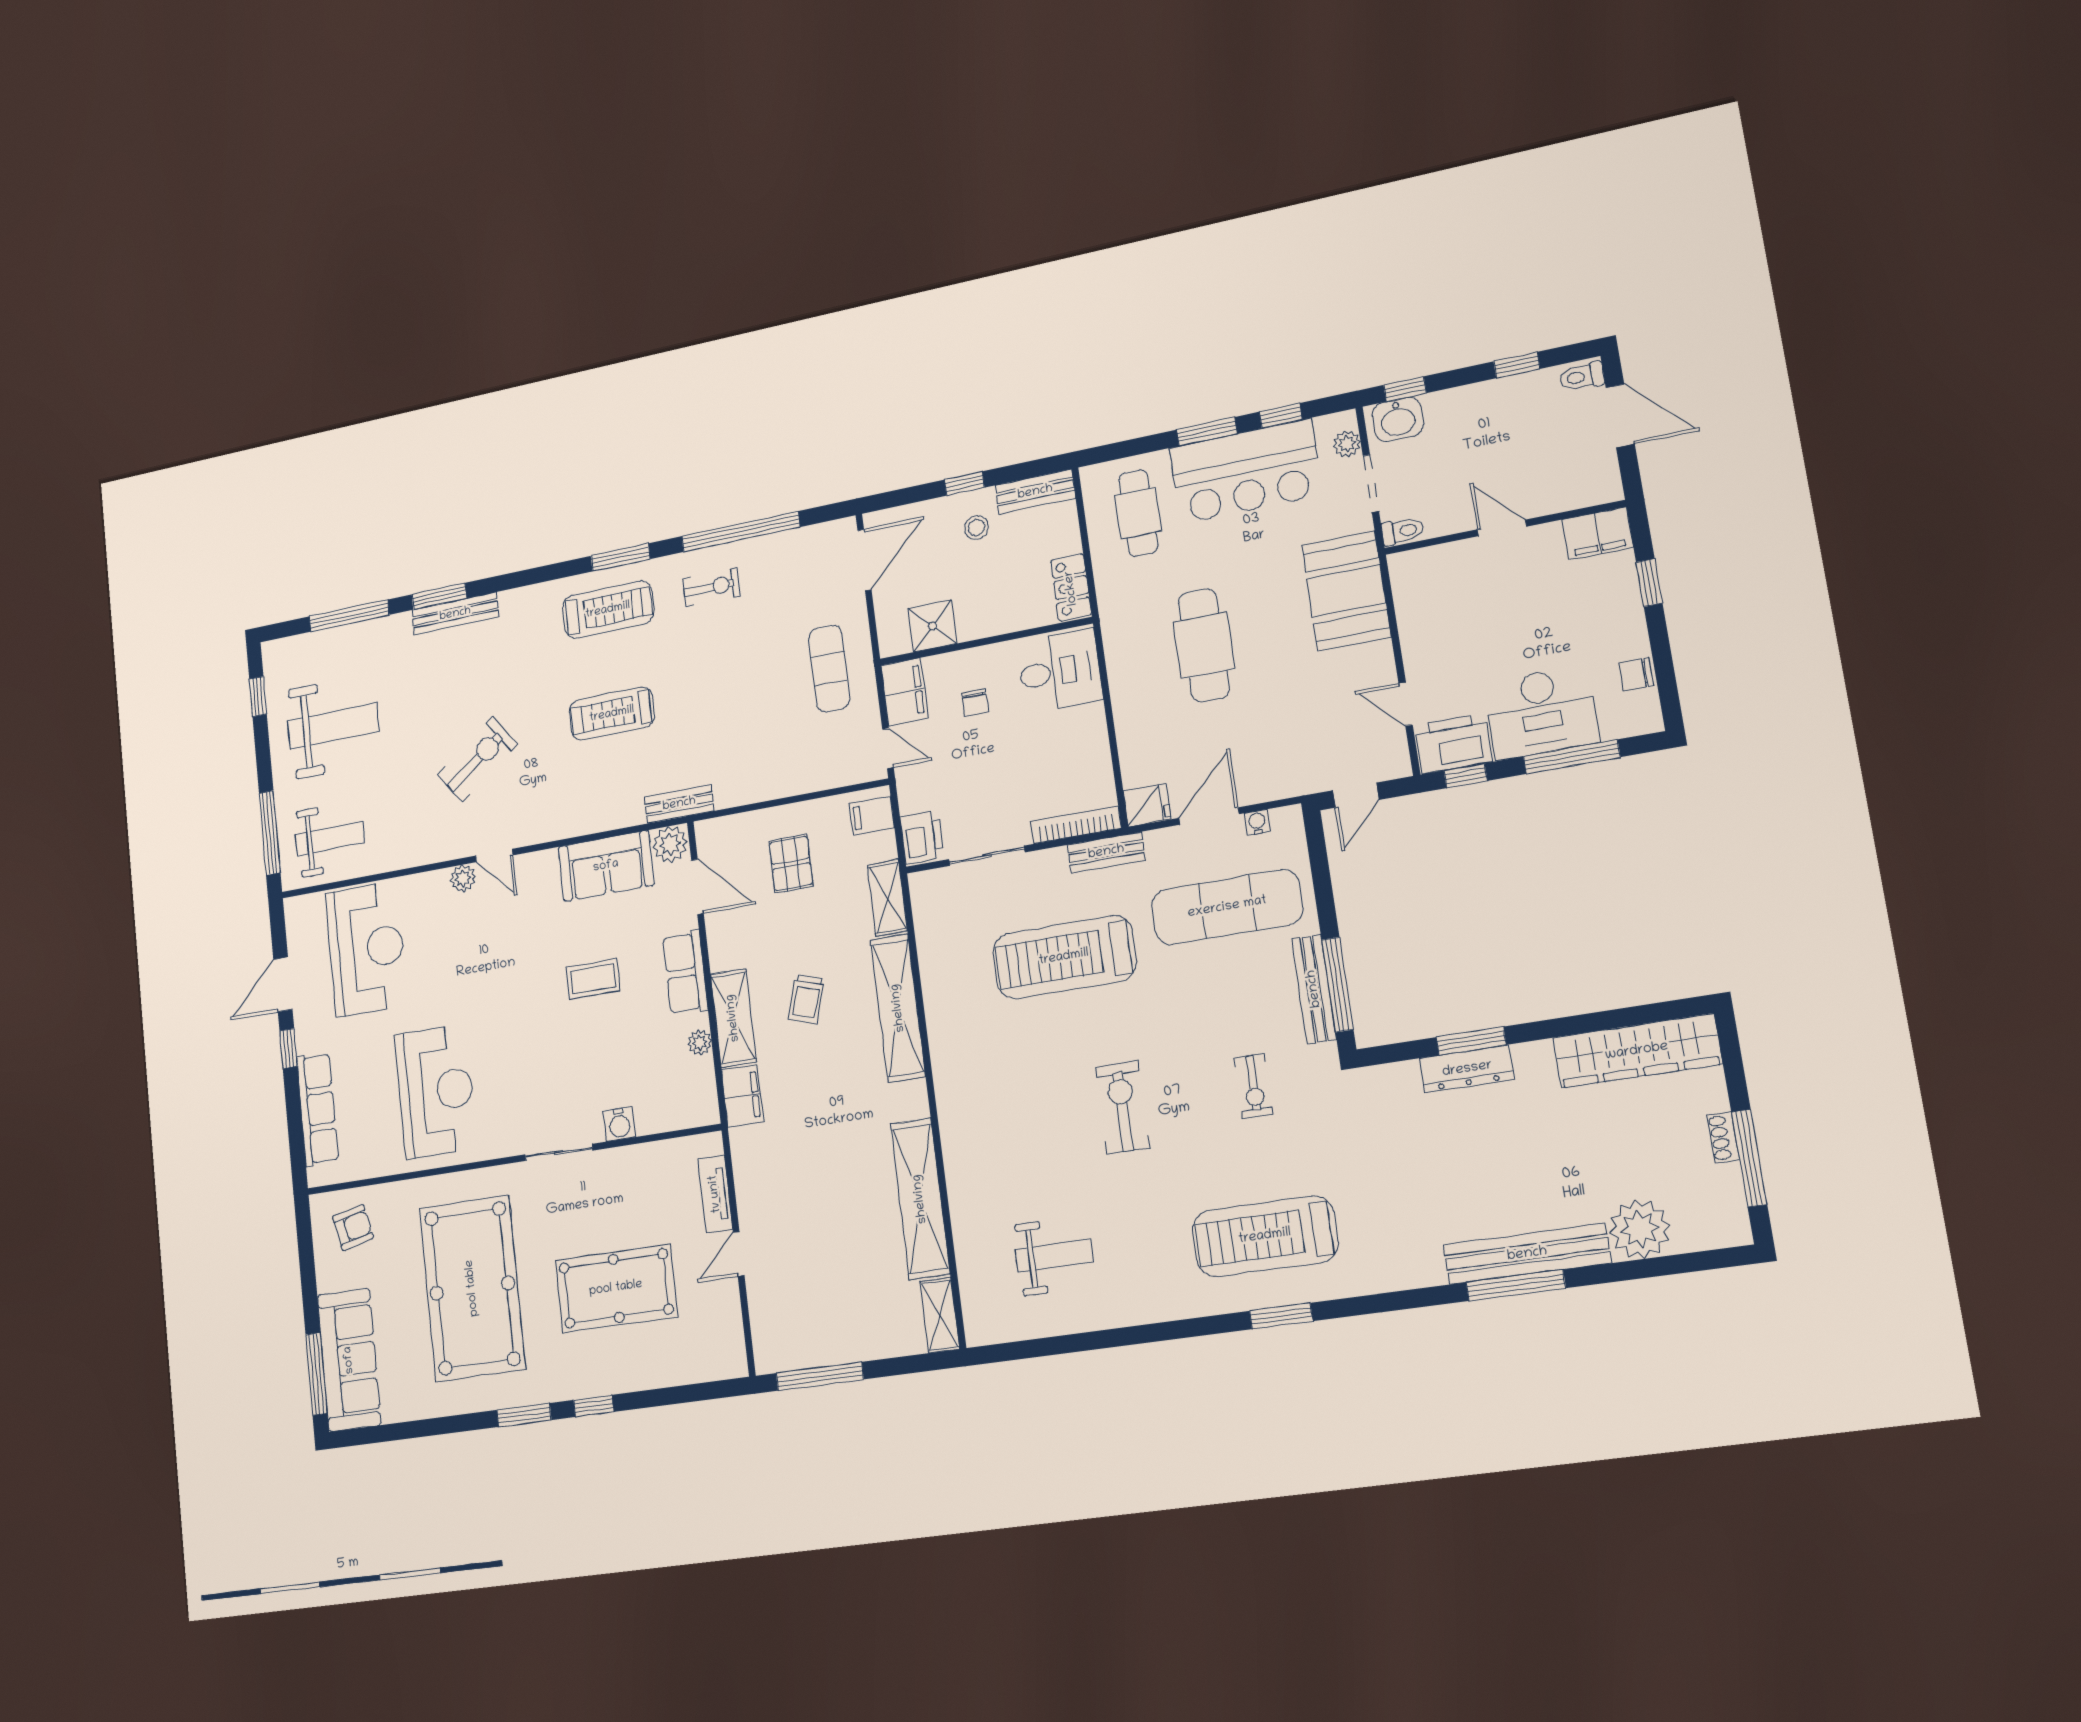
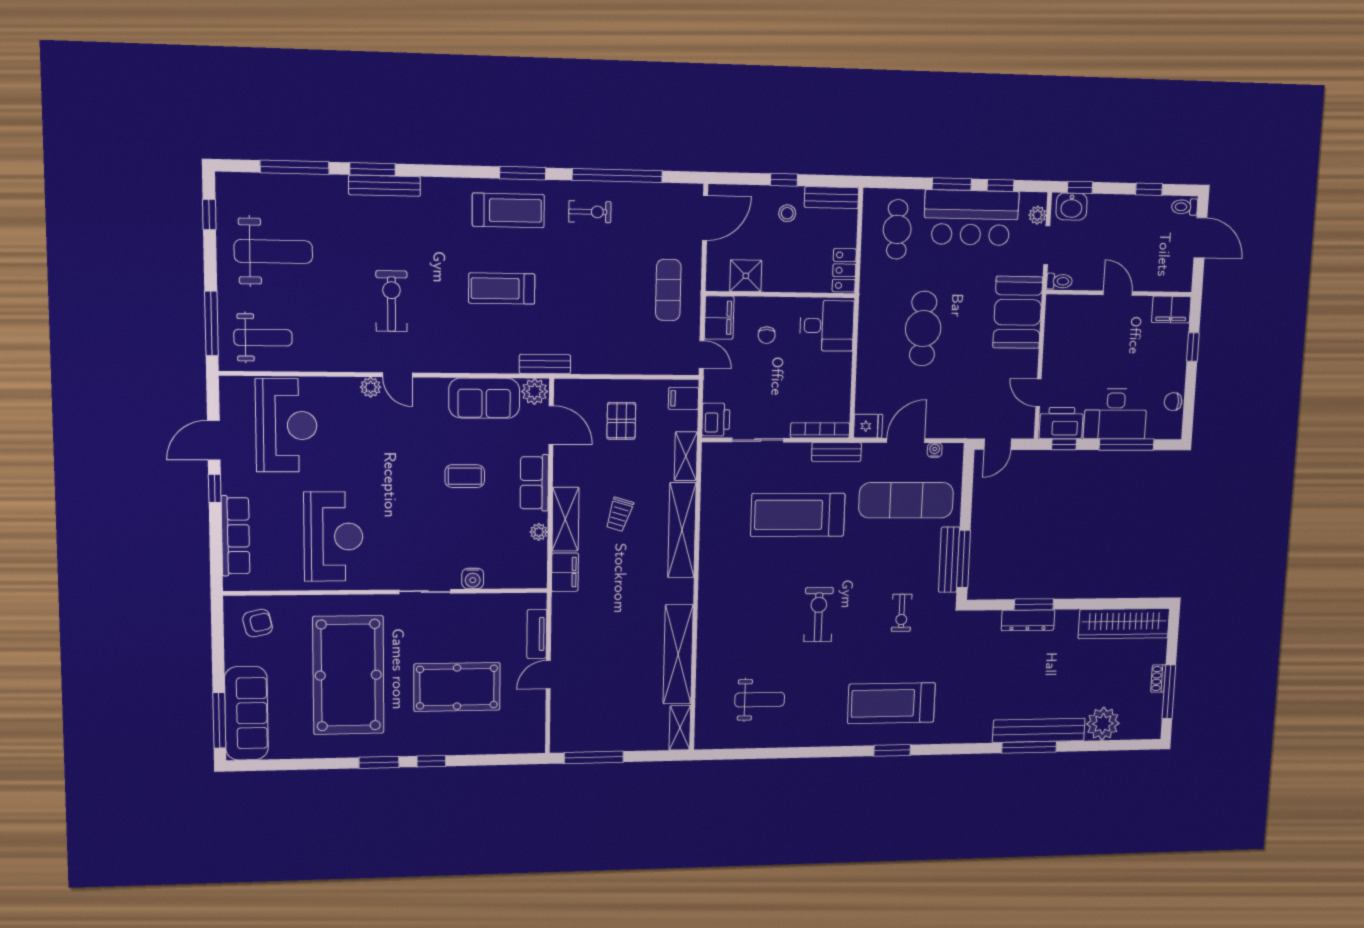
exercise bike: (478, 759) -> (391, 301), turned -54

